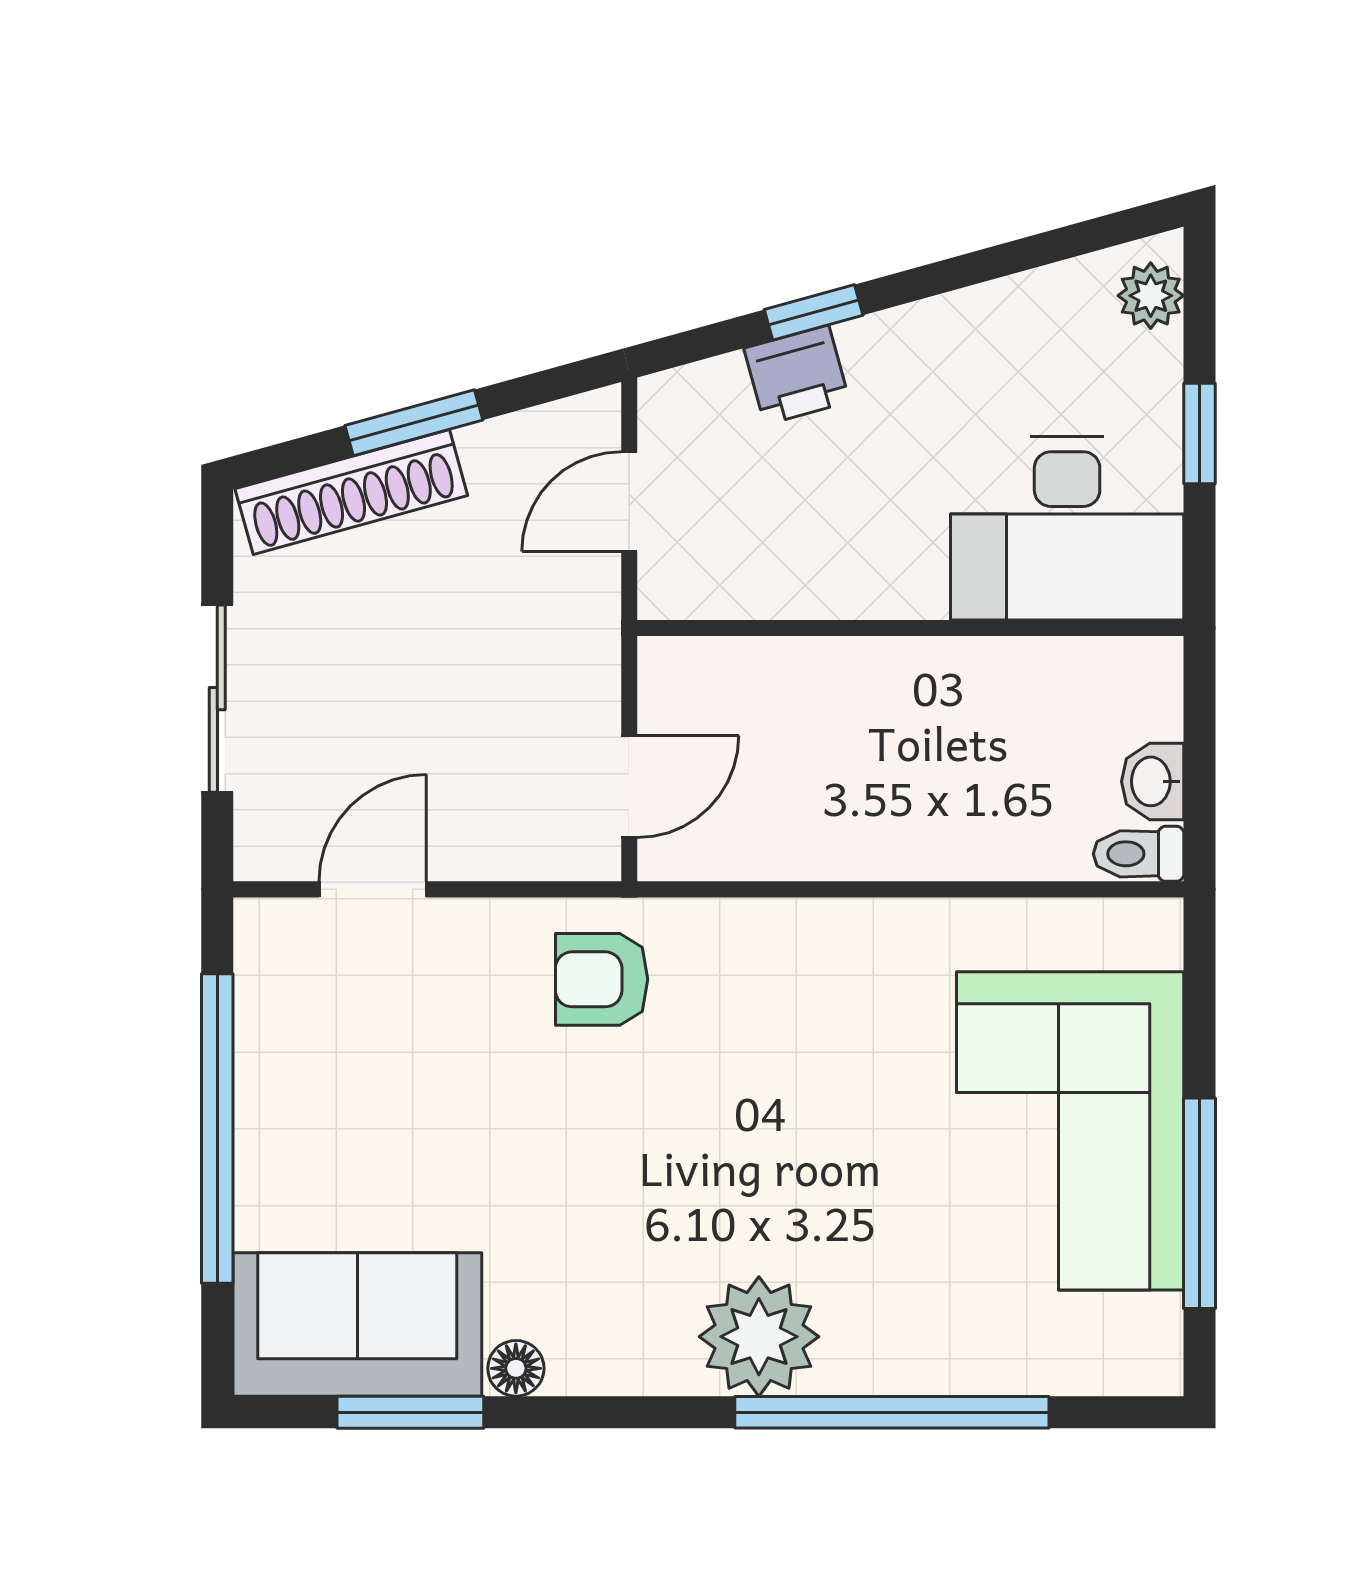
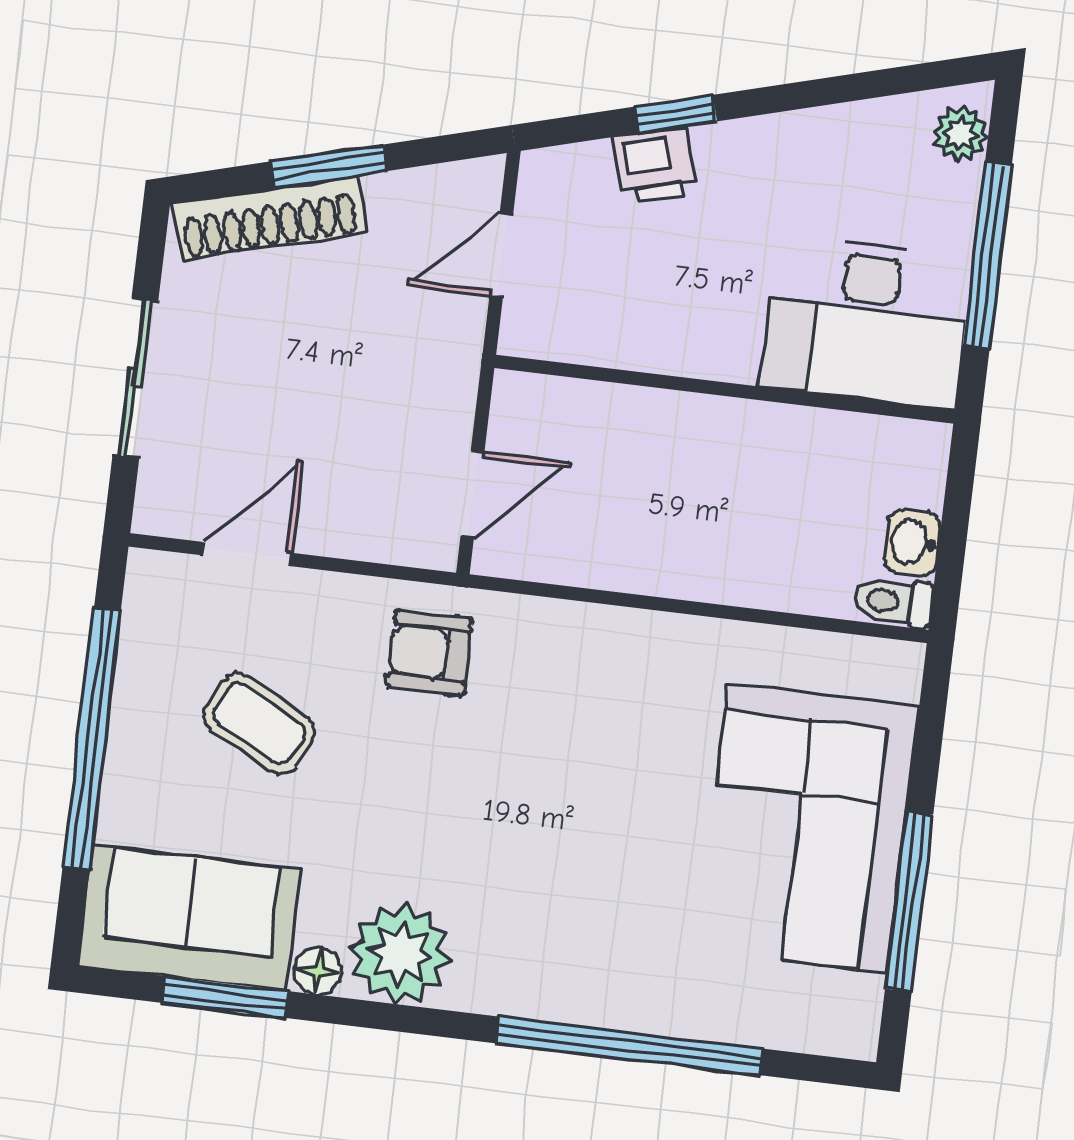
window: (1199, 433) -> (987, 255), width x2.17
coffee table: (411, 1087) -> (259, 724), added
plant: (759, 1337) -> (400, 954), moved

